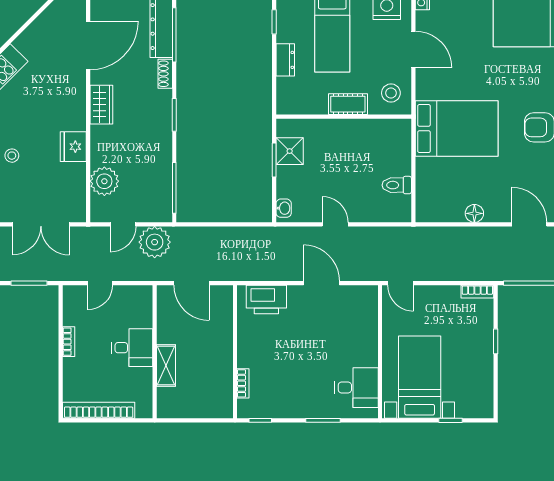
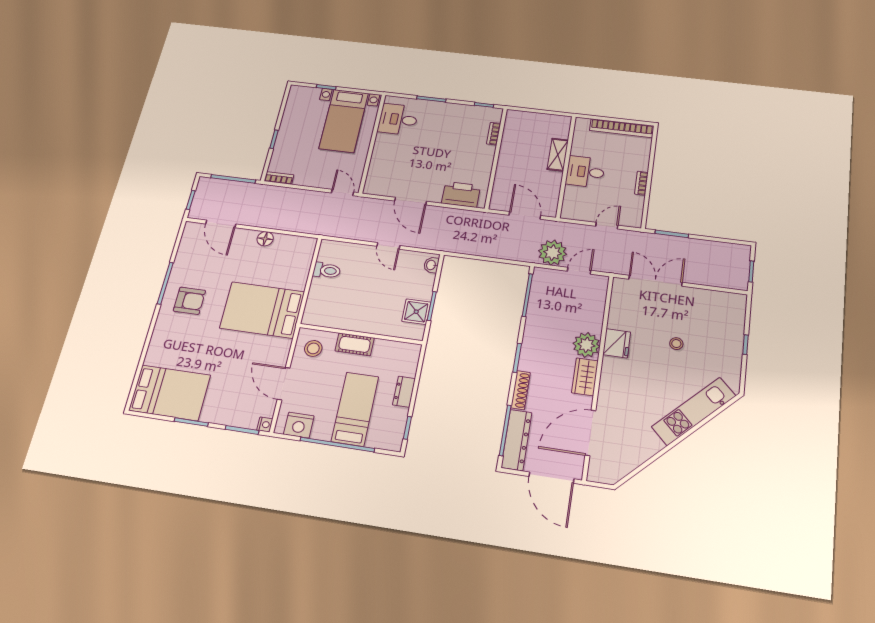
shoe rack: (165, 74) -> (521, 390), width x1.43
plant: (104, 181) -> (586, 345), moved

